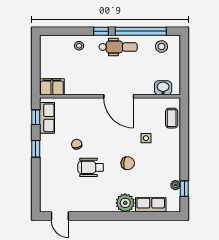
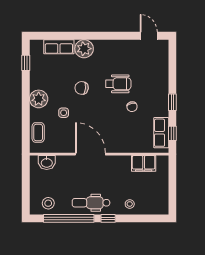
filing cabinet: (52, 87) -> (144, 163), moved
plant: (175, 185) -> (39, 99), moved, width x1.88, depth x1.88

